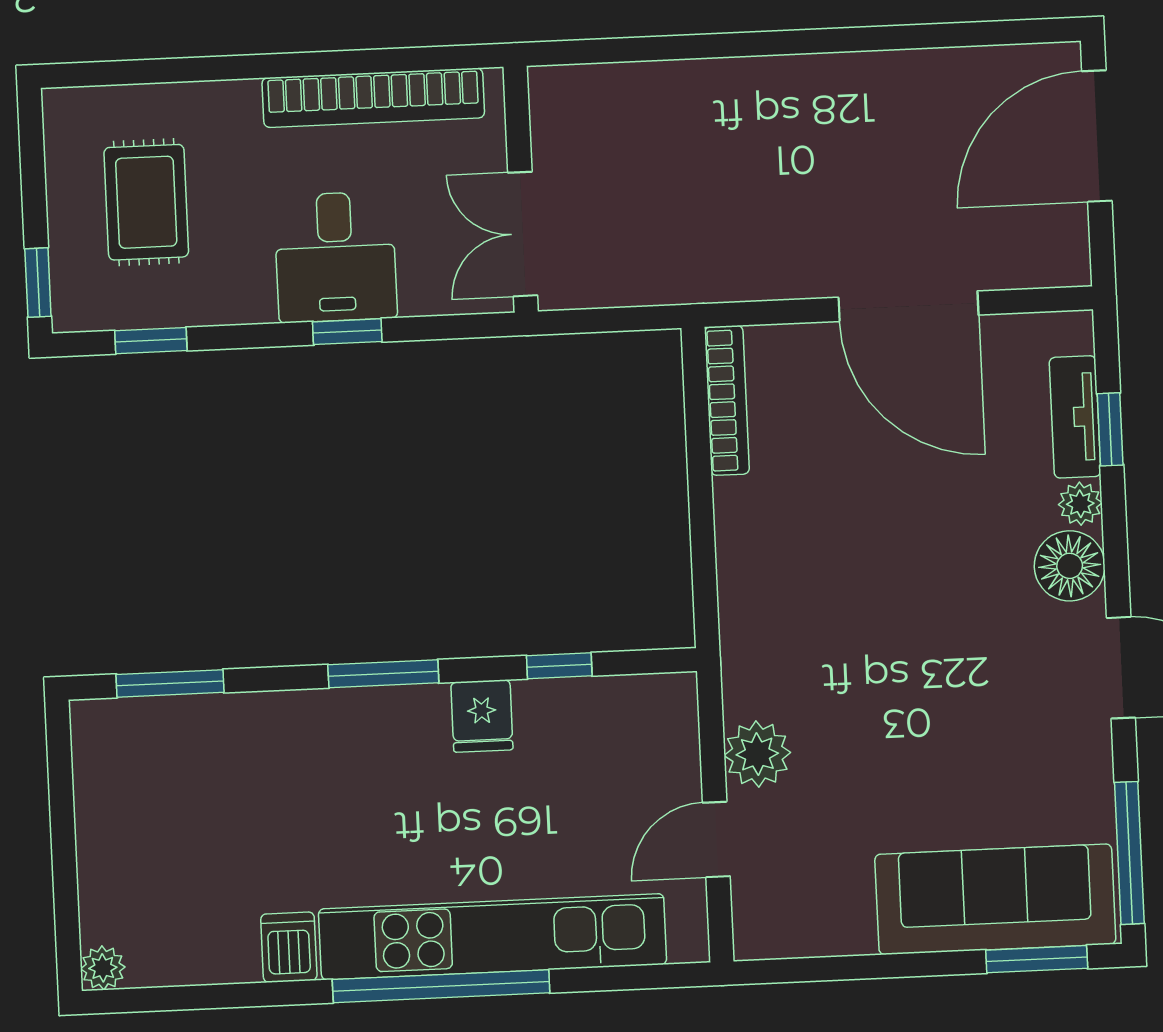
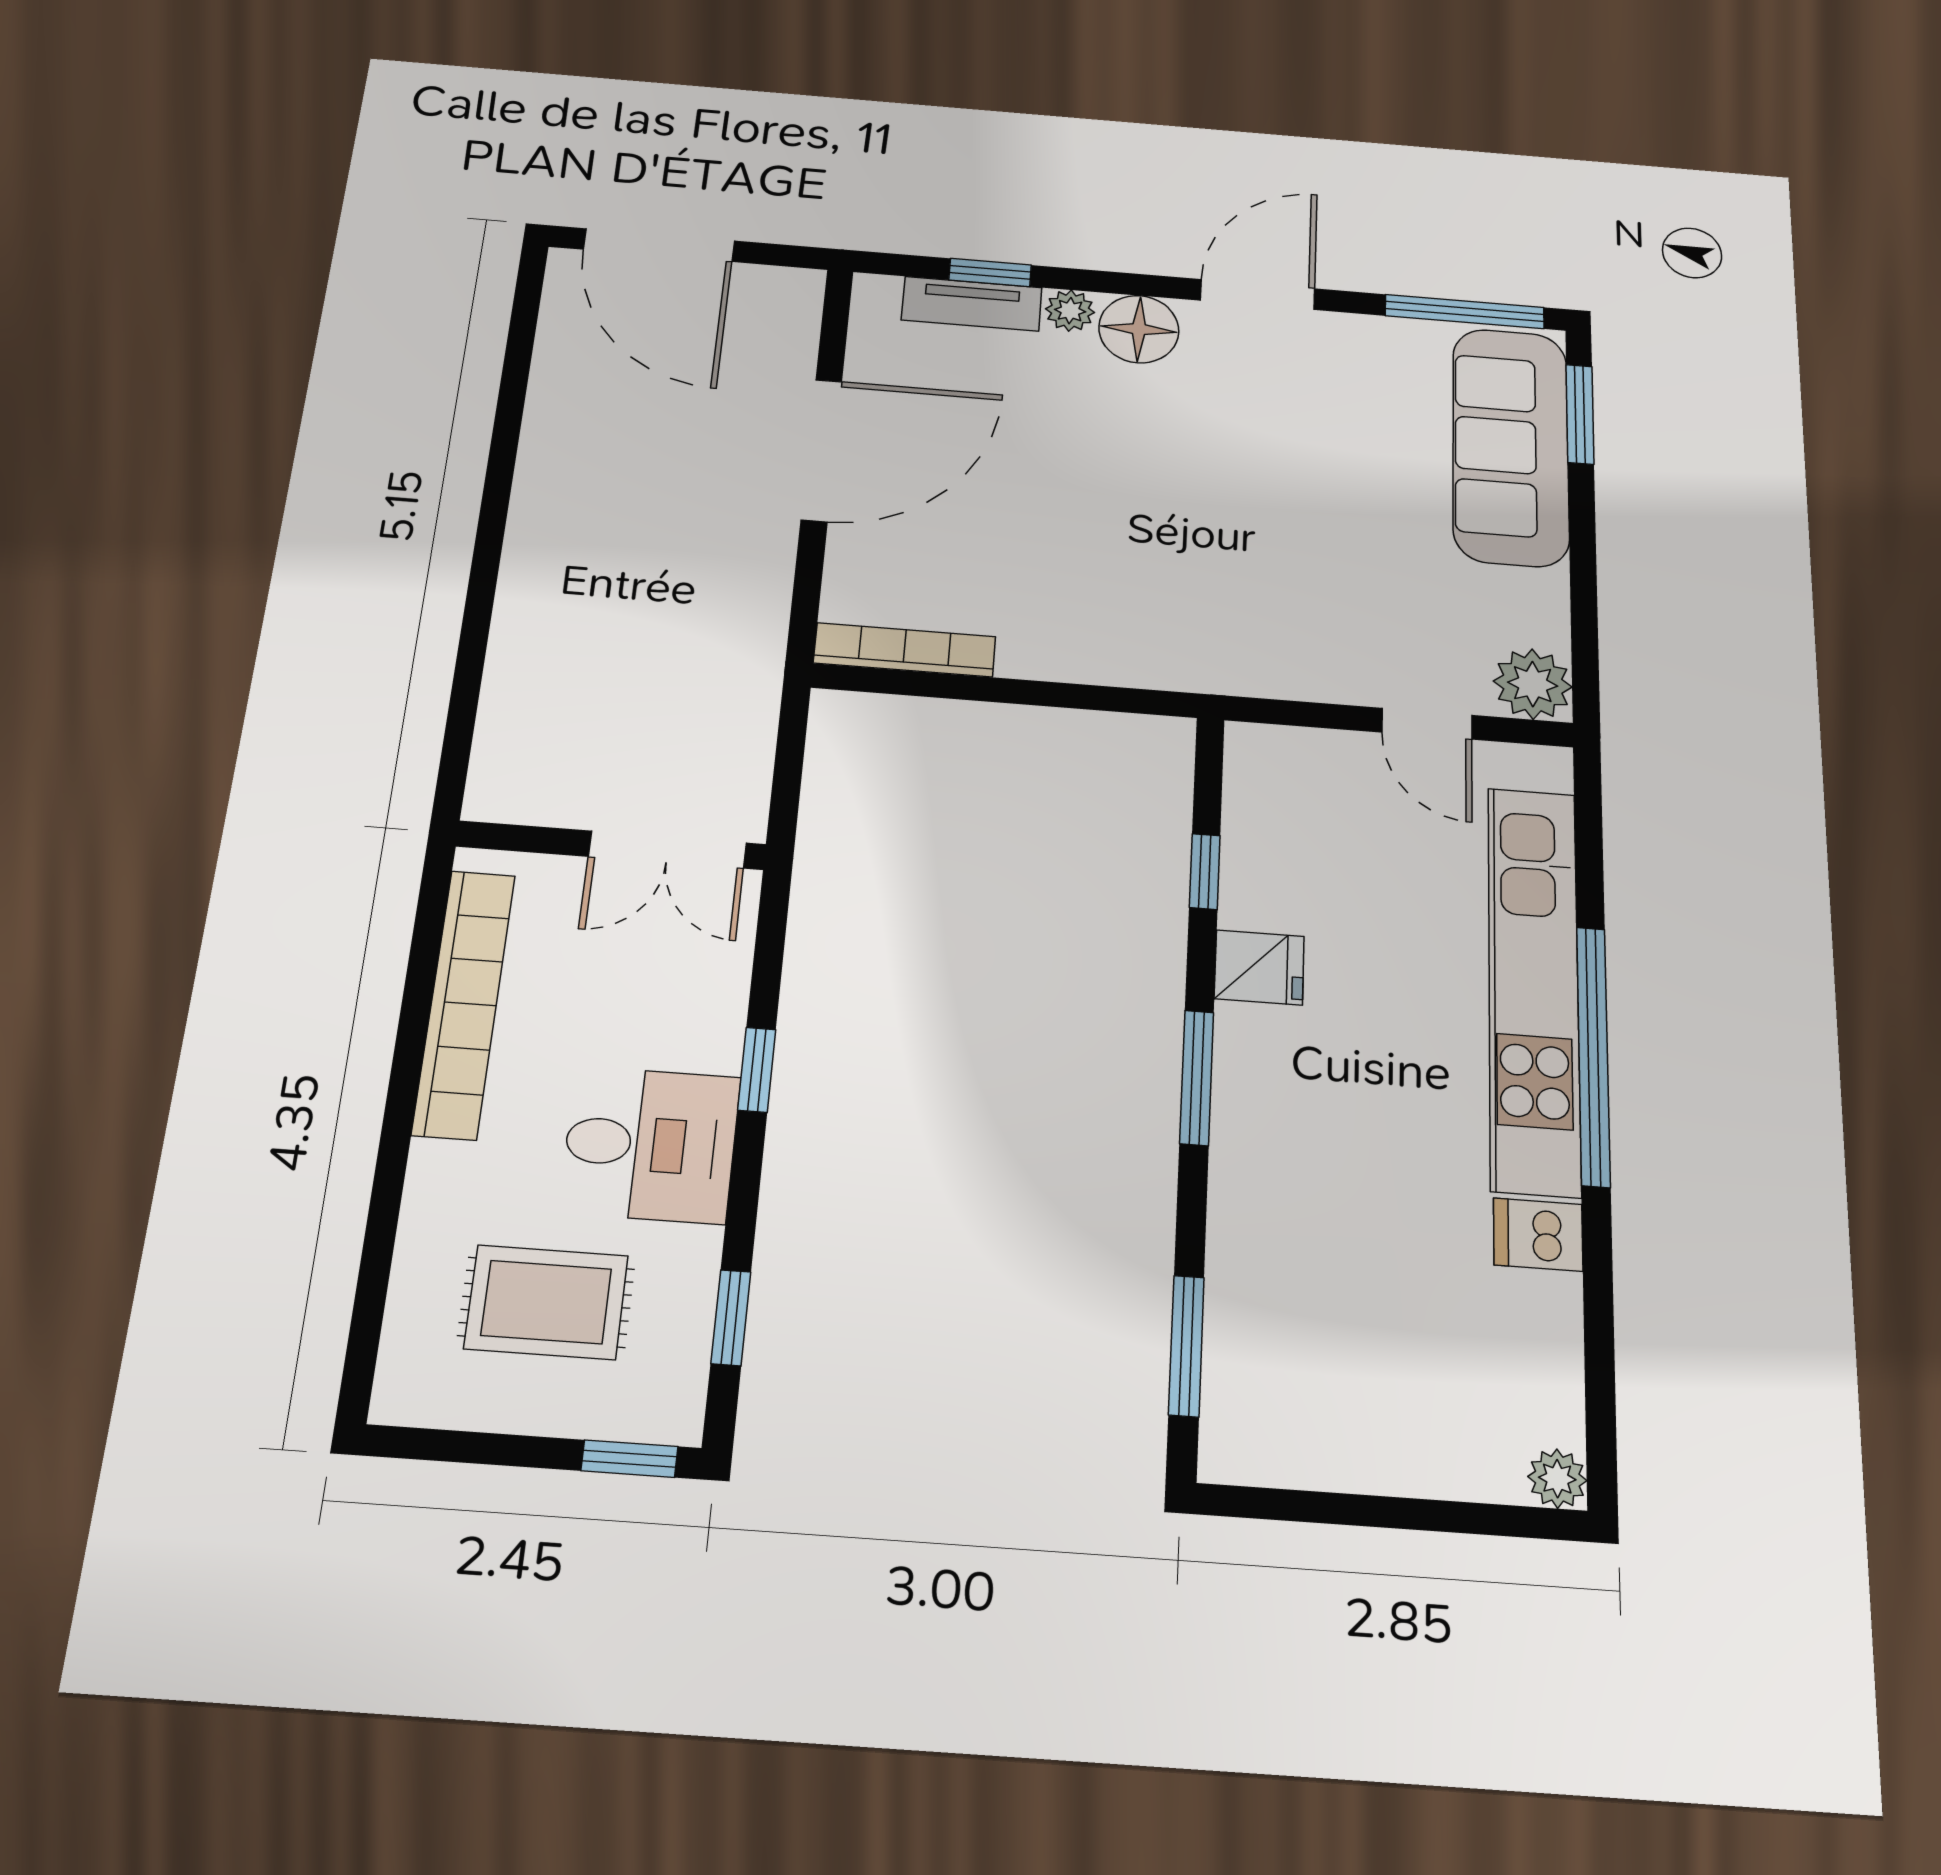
desk: (336, 257) -> (650, 1145), moved
plant: (757, 754) -> (1533, 684), moved

